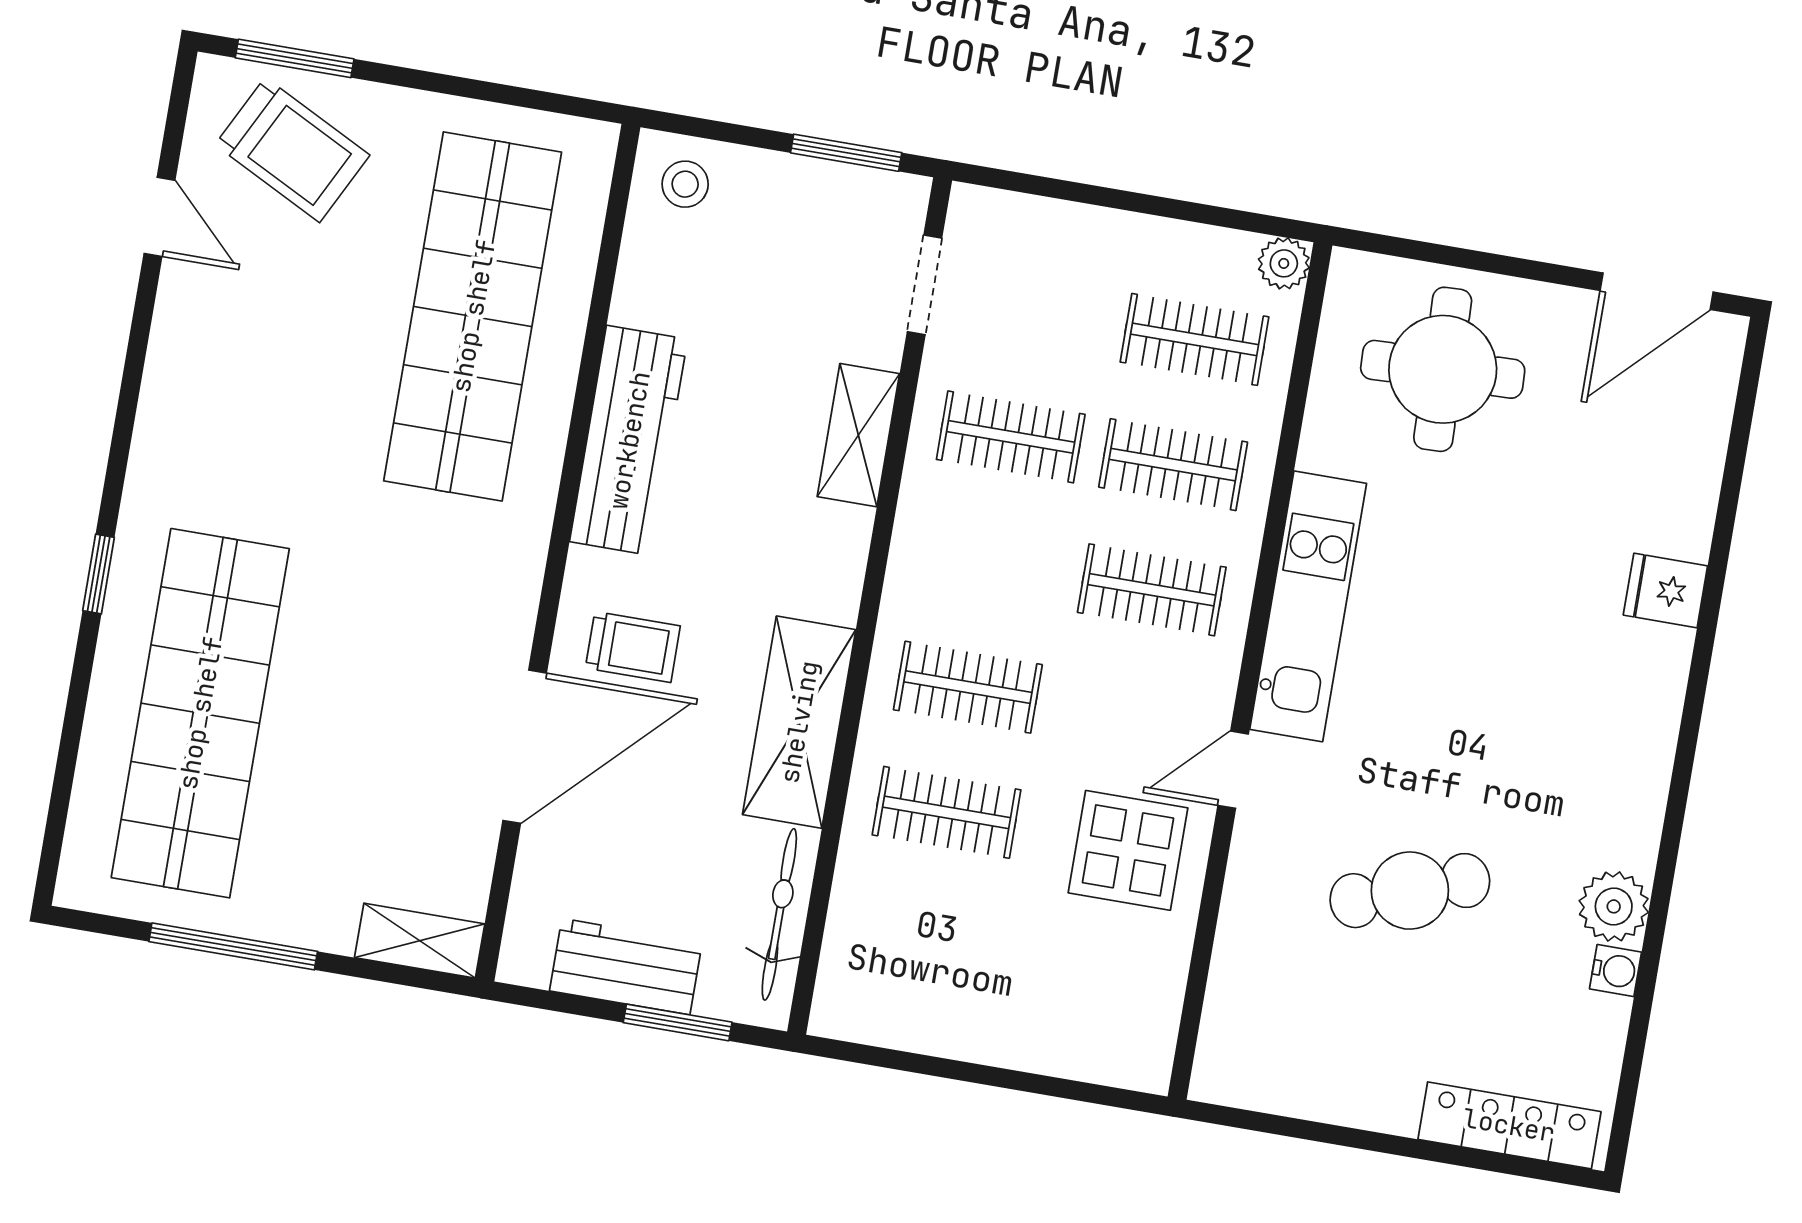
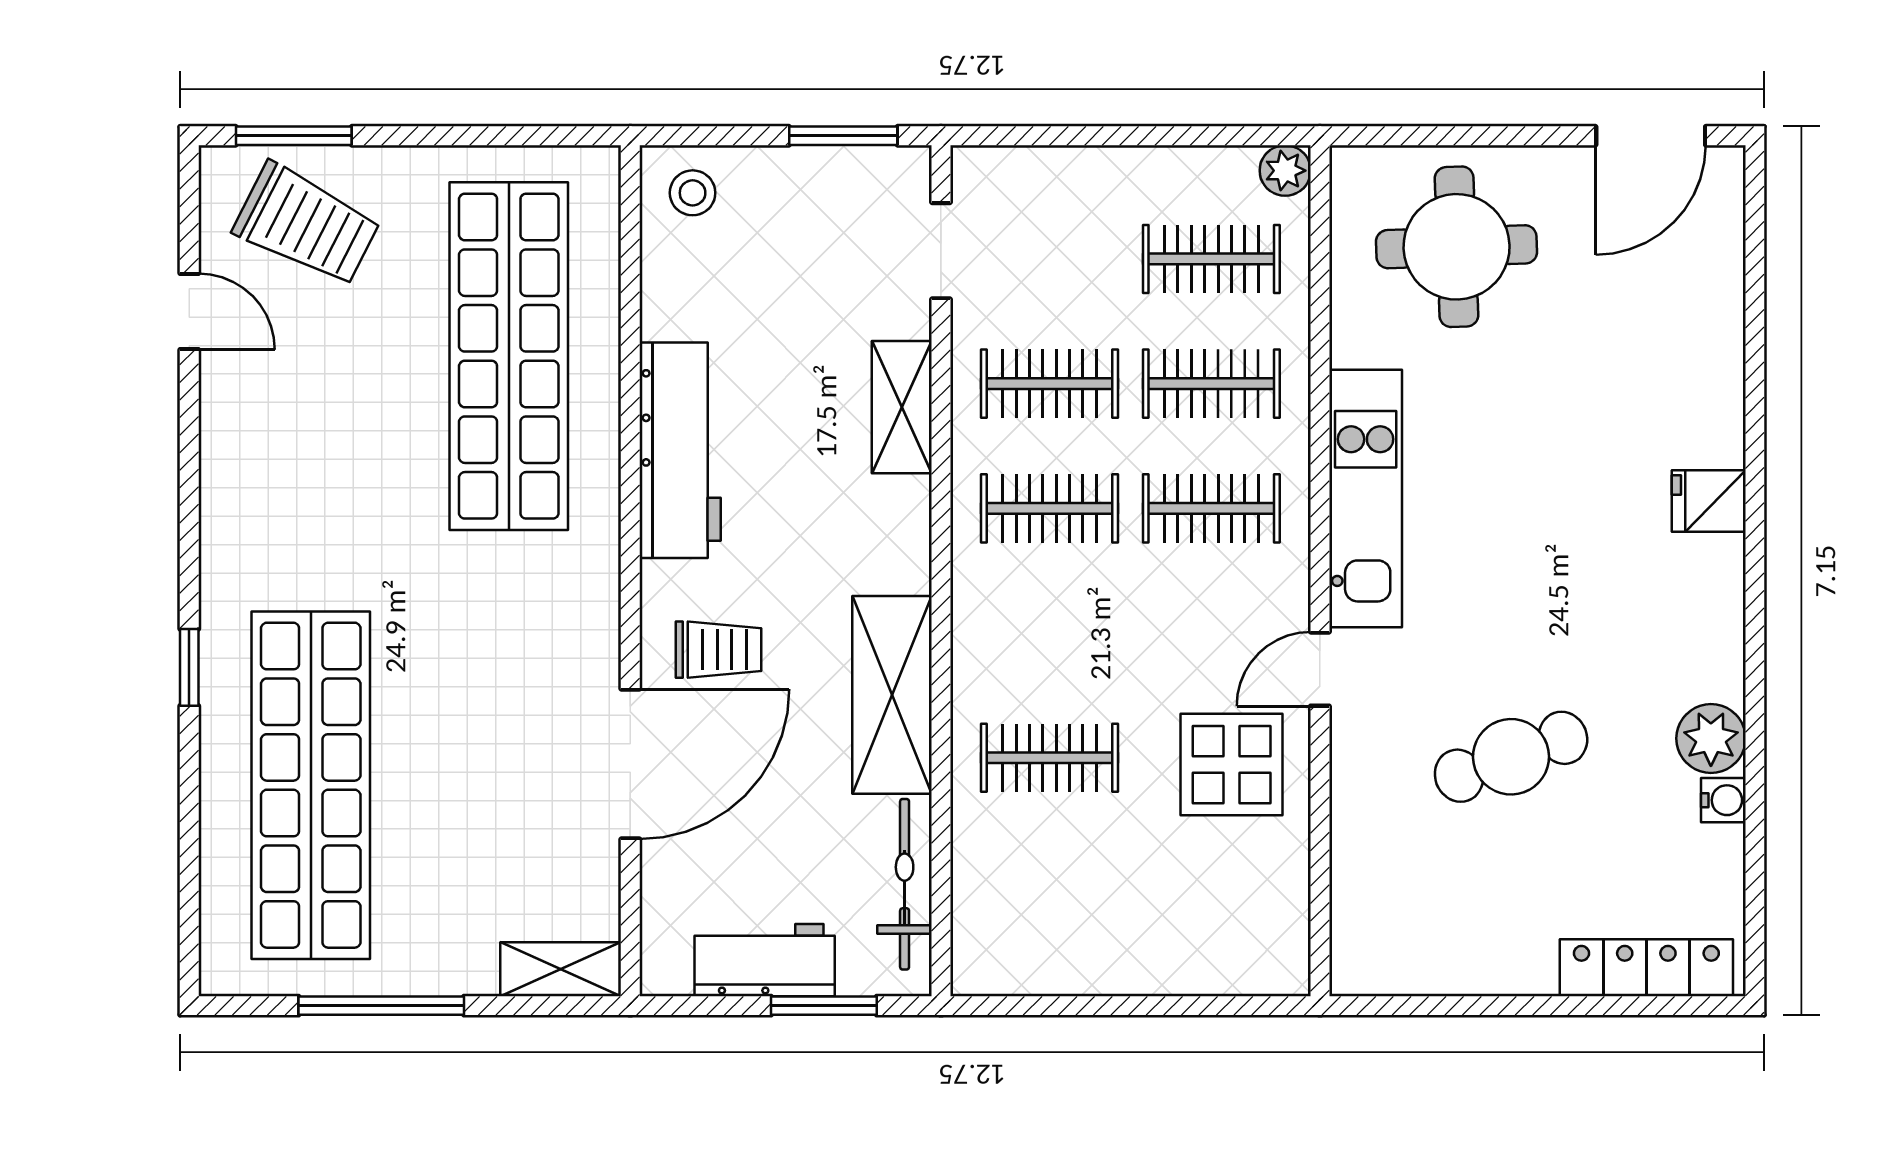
fridge: (1665, 590) -> (1709, 501), moved
clothes rail: (968, 687) -> (1050, 508), moved

